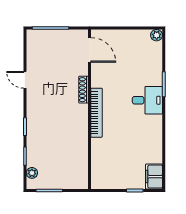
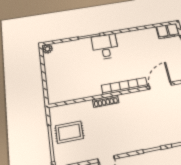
rug: (58, 47) -> (69, 132), added
door: (89, 50) -> (160, 86), moved

